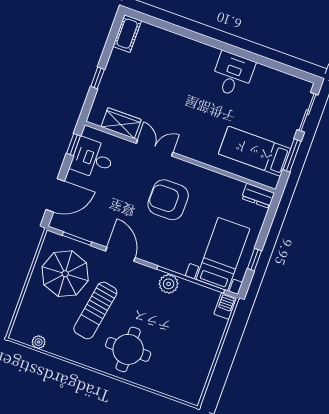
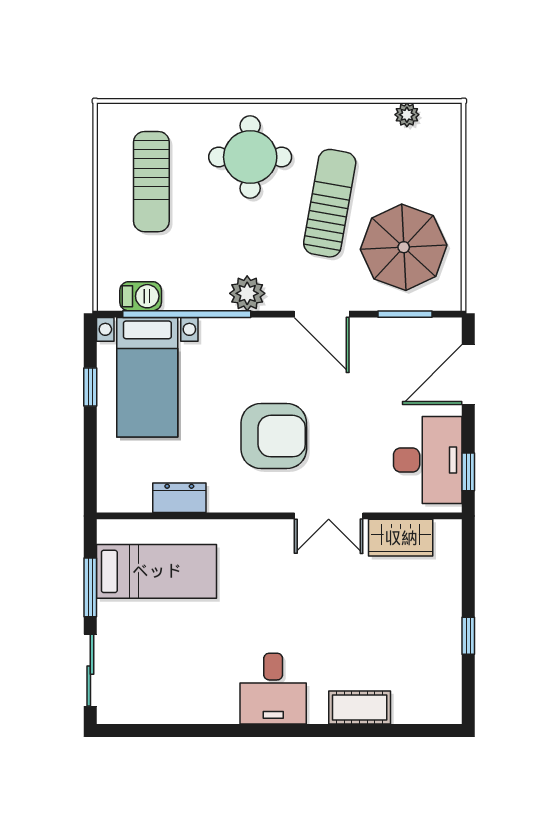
cot: (127, 34) -> (360, 707), moved, turned 90
desk: (233, 74) -> (273, 689), moved
window: (98, 78) -> (468, 636), moved
desk: (92, 158) -> (428, 460), width x1.37
dresser: (258, 196) -> (179, 498), moved
plant: (169, 284) -> (247, 293), moved
barbecue: (225, 306) -> (141, 296), moved, turned -90
sun lounger: (184, 355) -> (151, 182), added

